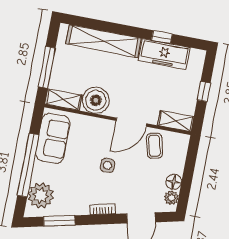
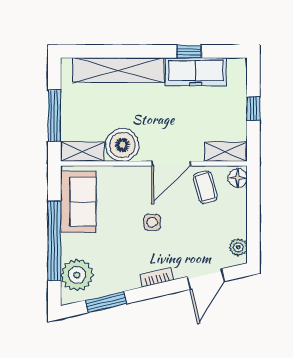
floor lamp: (174, 182) -> (238, 178), moved

